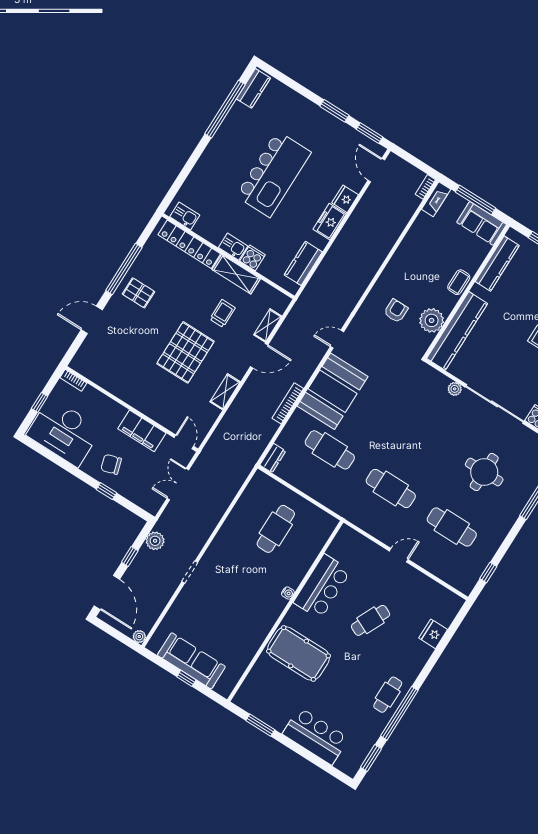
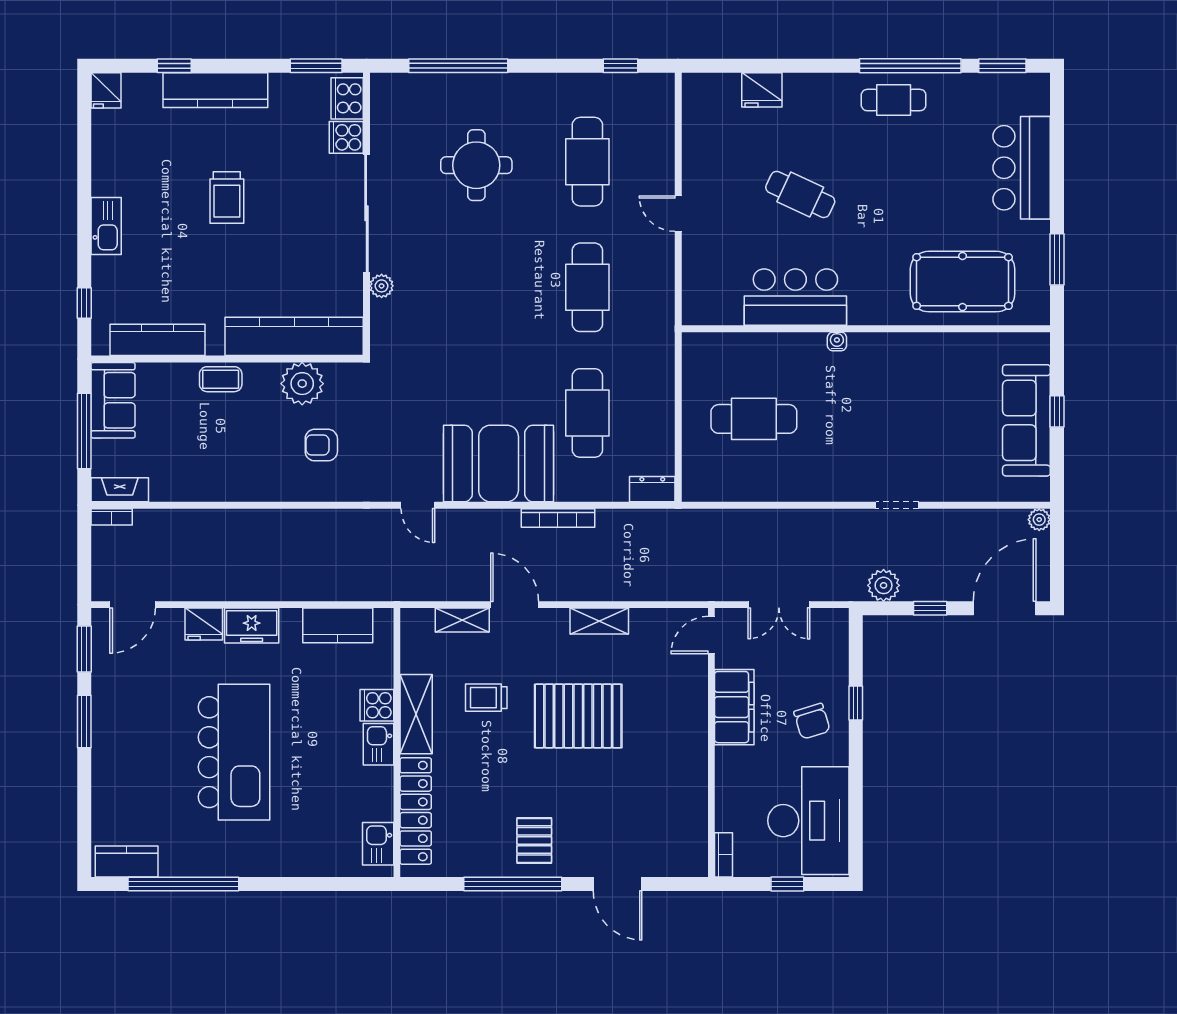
kitchen island: (274, 174) -> (234, 752), turned 90
pool table: (299, 653) -> (963, 282), moved, turned 90

